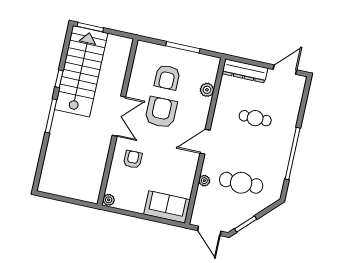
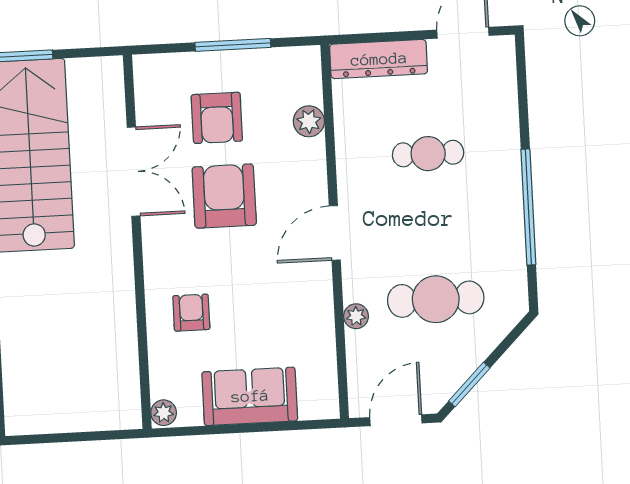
double door: (119, 116) -> (134, 172), moved
sofa: (167, 207) -> (250, 396), moved
door: (209, 231) -> (396, 420), swing flipped

